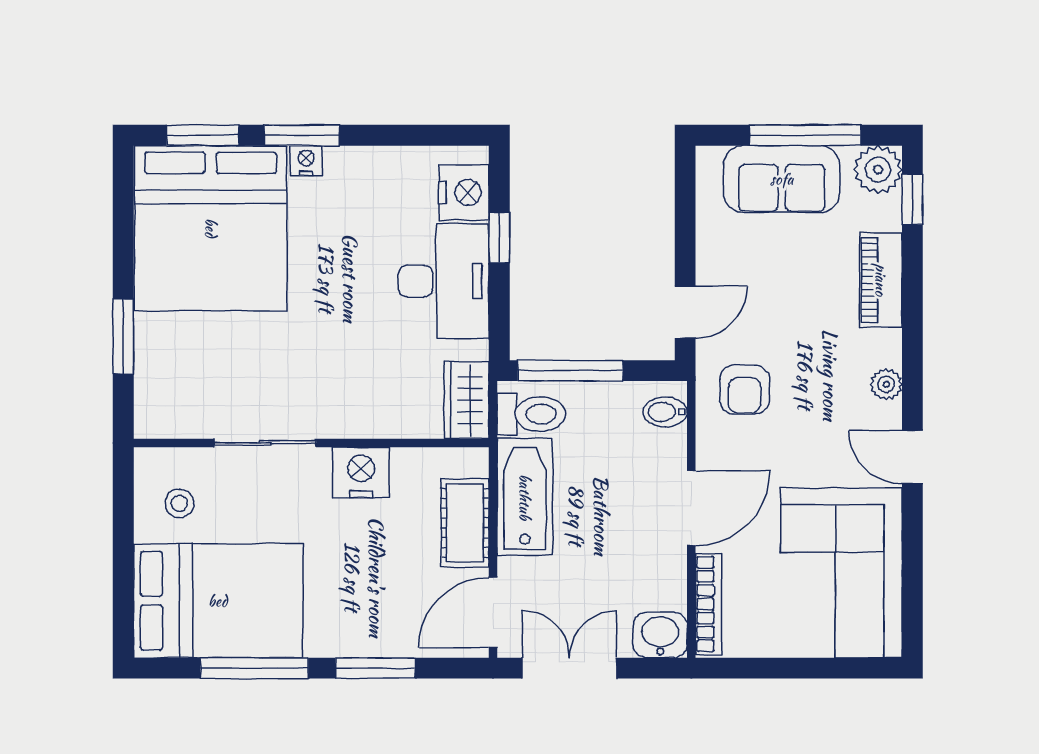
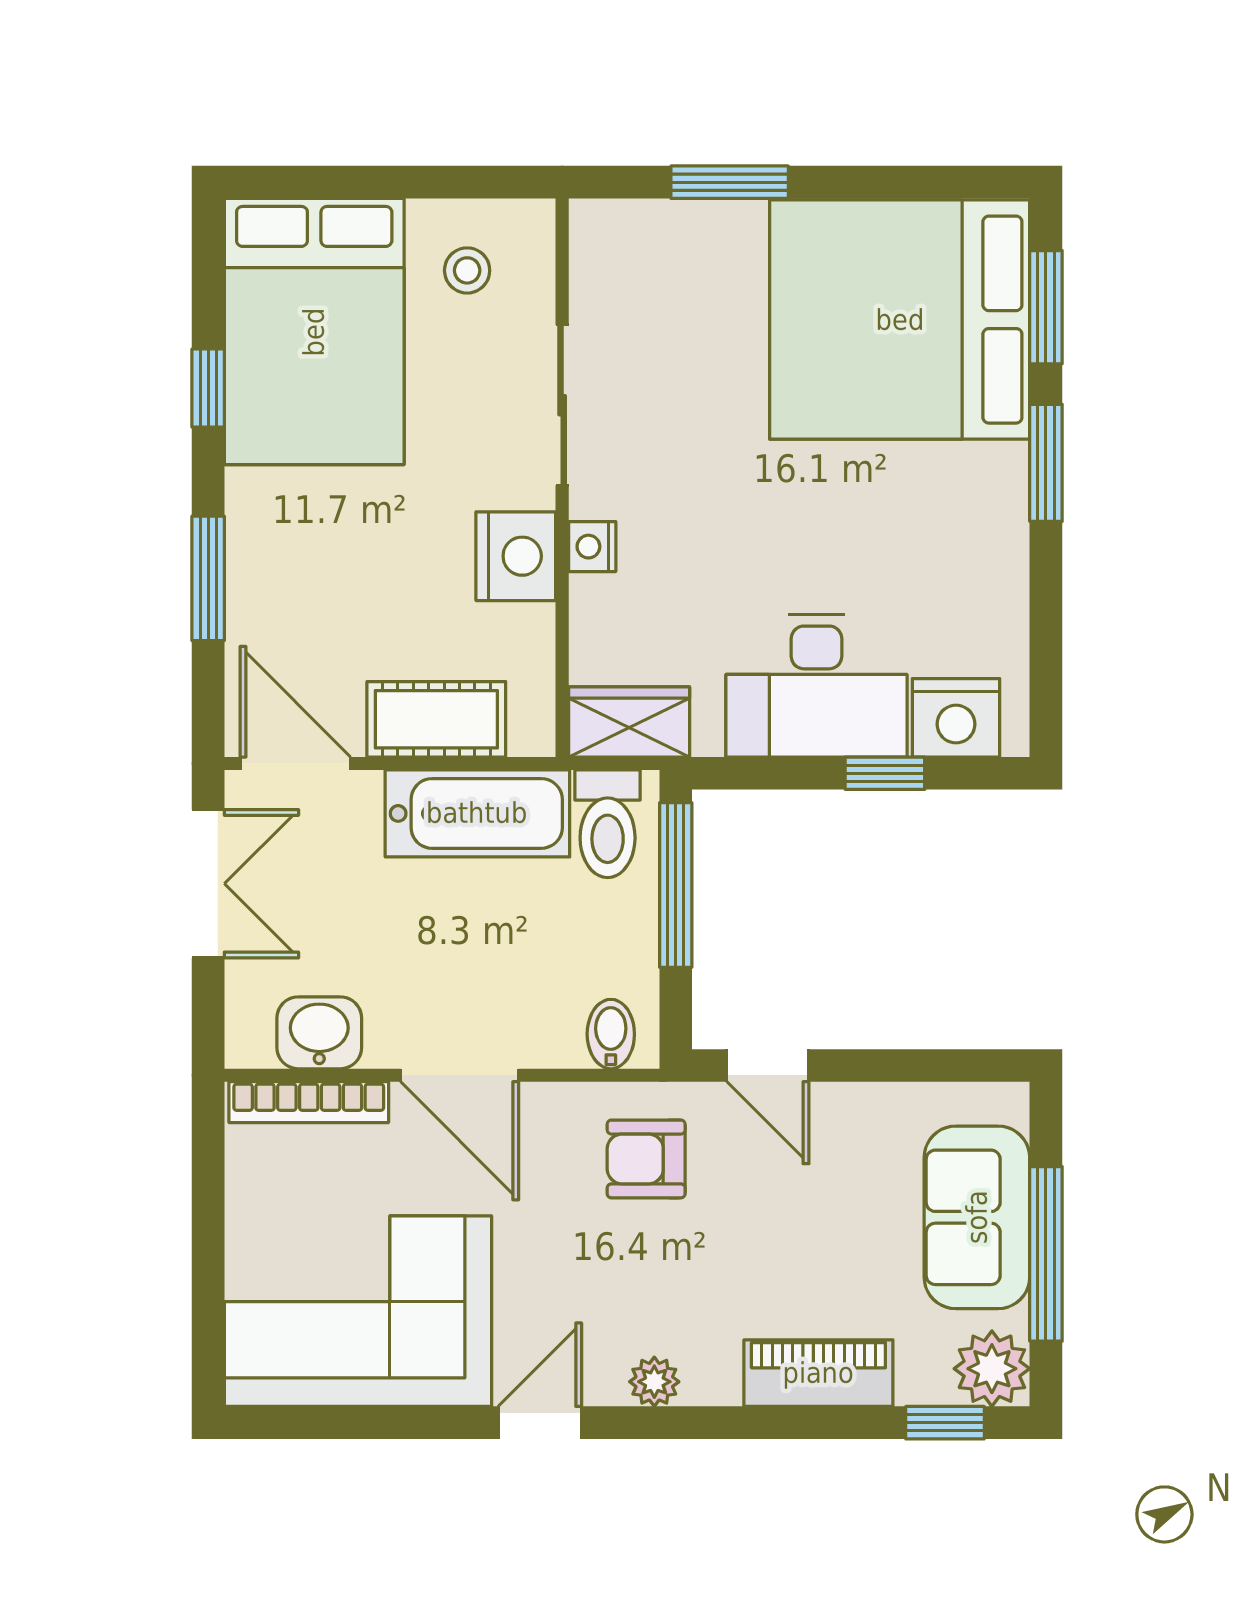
nightstand: (306, 161) -> (592, 547), moved, turned 180
washbasin: (660, 635) -> (319, 1033), moved, turned -90
window: (254, 668) -> (208, 388), width x0.46

